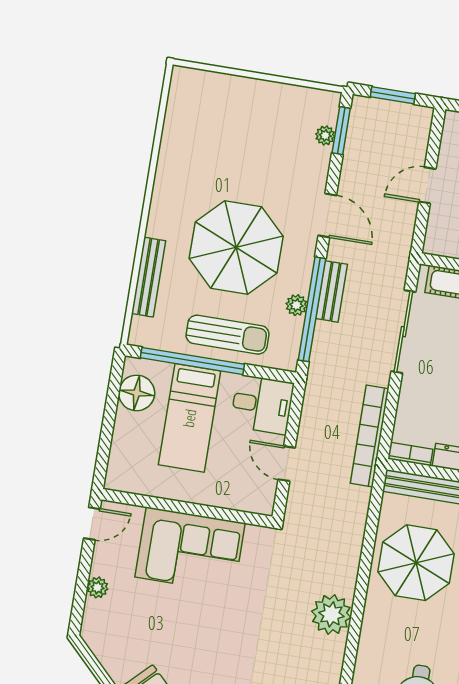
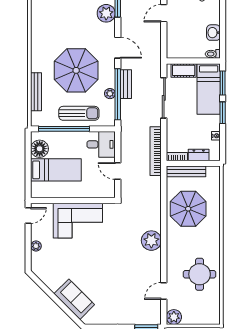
plant: (325, 135) -> (106, 13), width x1.87, depth x1.87
door: (427, 185) -> (164, 13), moved
bed: (190, 418) -> (56, 170), moved, turned -90

